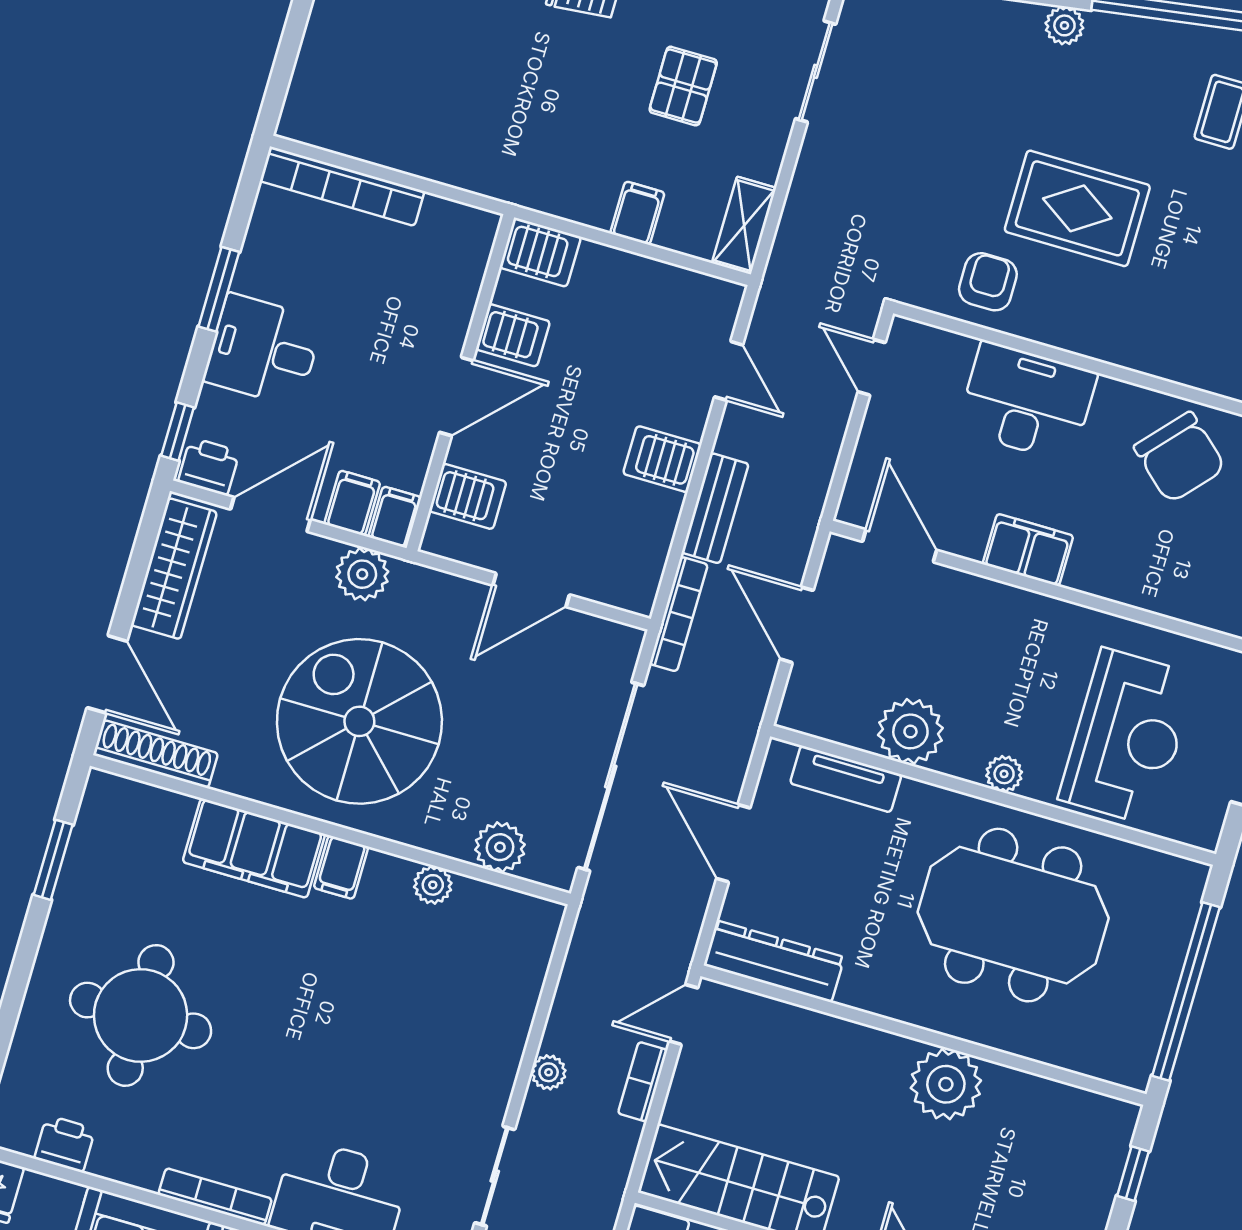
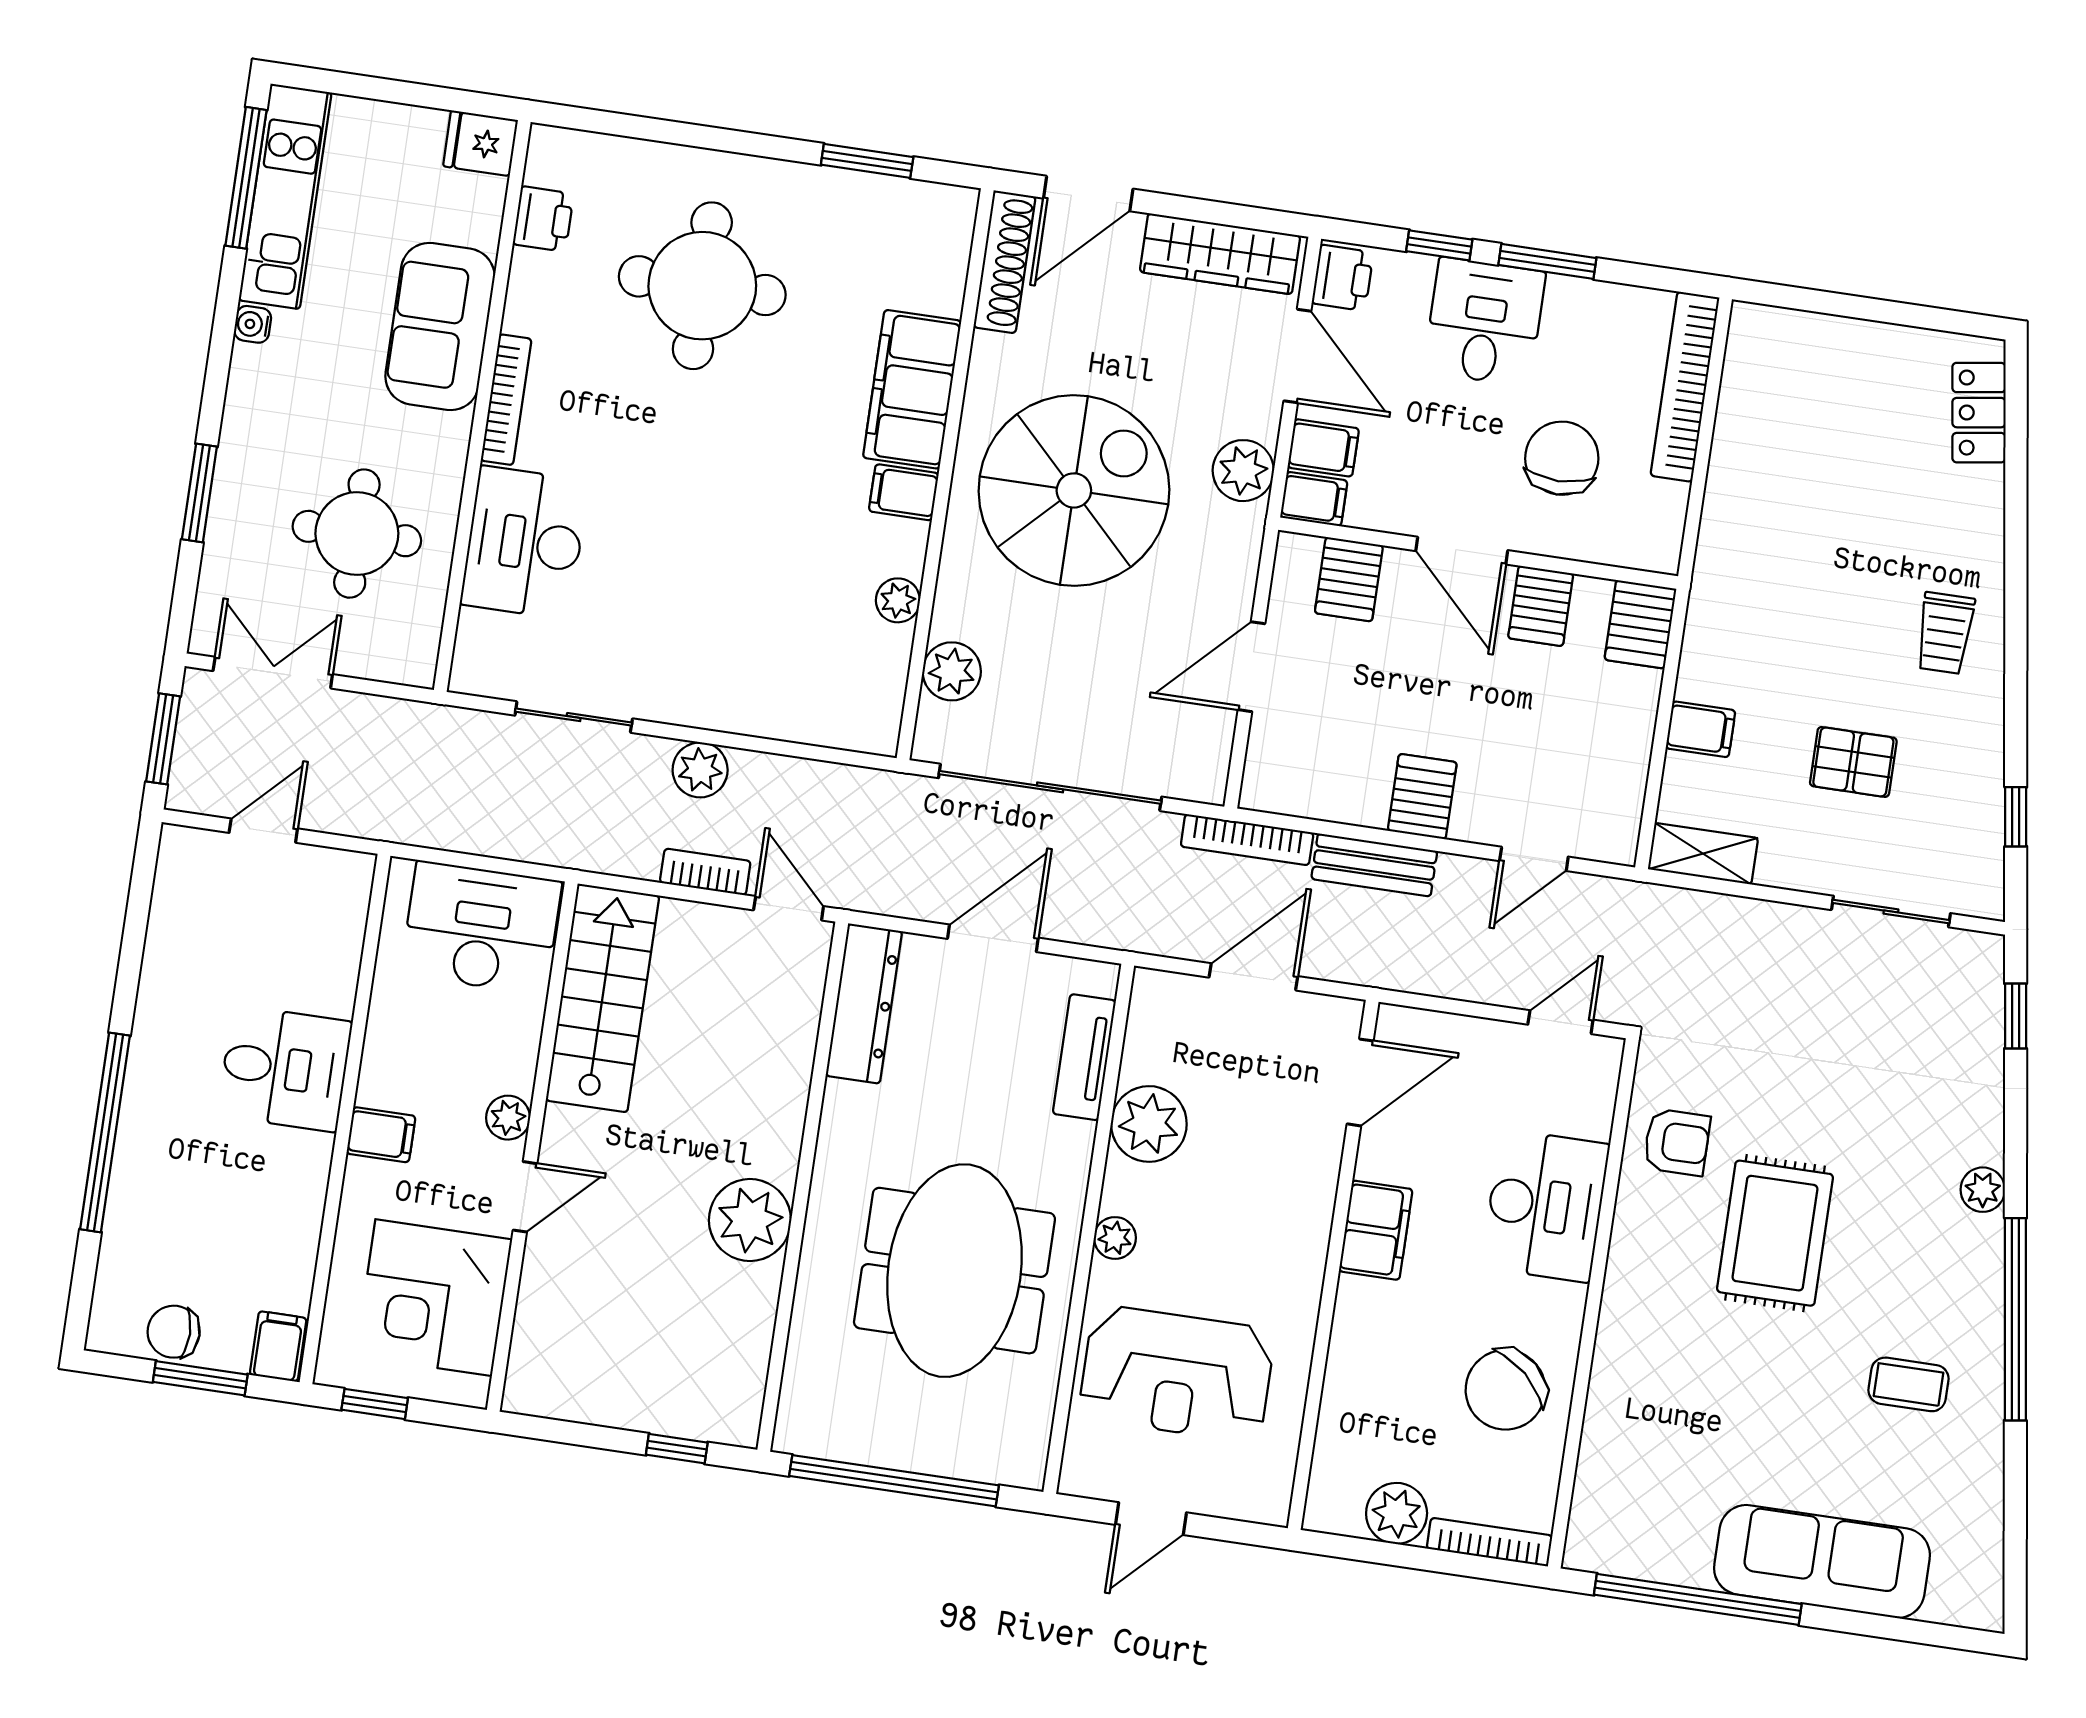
chair: (389, 300) -> (1562, 458), added
window: (178, 431) -> (1439, 245), moved
door: (531, 590) -> (1251, 667), hinge flipped
plant: (549, 1072) -> (700, 770), width x1.38, depth x1.38

